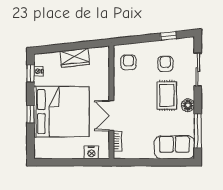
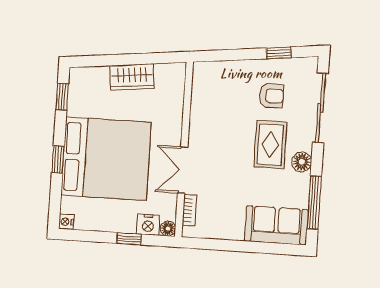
armchair: (128, 62) -> (214, 90), removed
armchair: (165, 64) -> (271, 96), turned 90
sliding door: (198, 70) -> (320, 108), width x1.37
nightstand: (38, 71) -> (66, 222), moved
floor lamp: (104, 154) -> (168, 229), added
window: (80, 162) -> (129, 239), added

